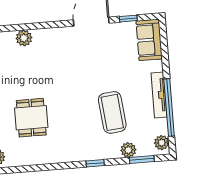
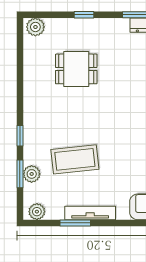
window: (169, 107) -> (75, 223), width x0.47
window: (142, 159) -> (20, 174), moved

